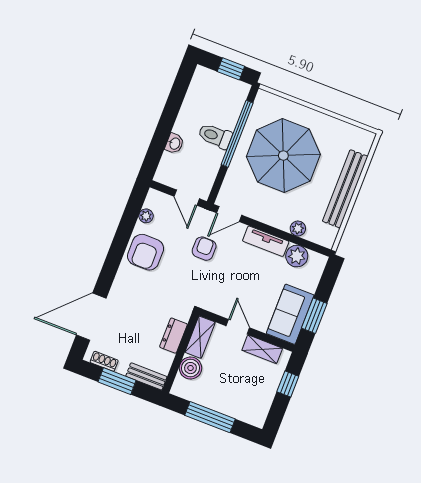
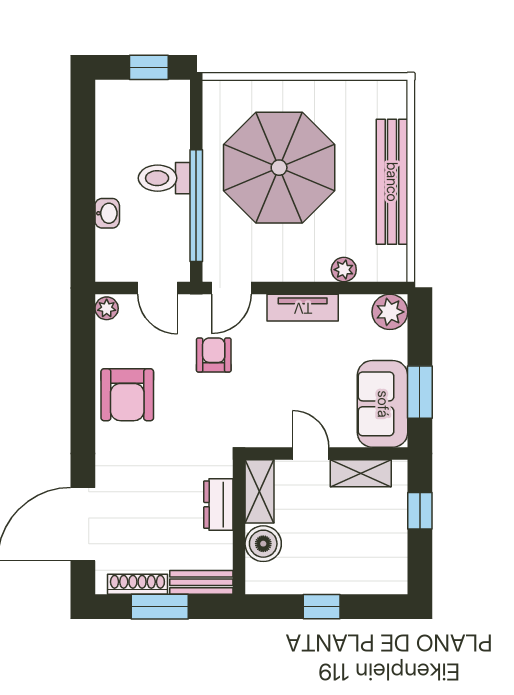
window: (237, 134) -> (196, 206), moved
plant: (146, 216) -> (107, 308), moved
plant: (297, 256) -> (390, 312), moved
shoe rack: (104, 361) -> (137, 584), width x1.43
window: (210, 417) -> (322, 607), width x0.46

